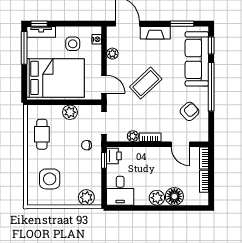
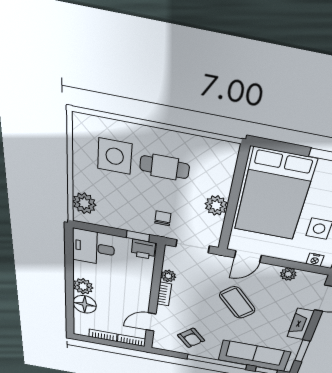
cafe table: (42, 134) -> (165, 167), moved

